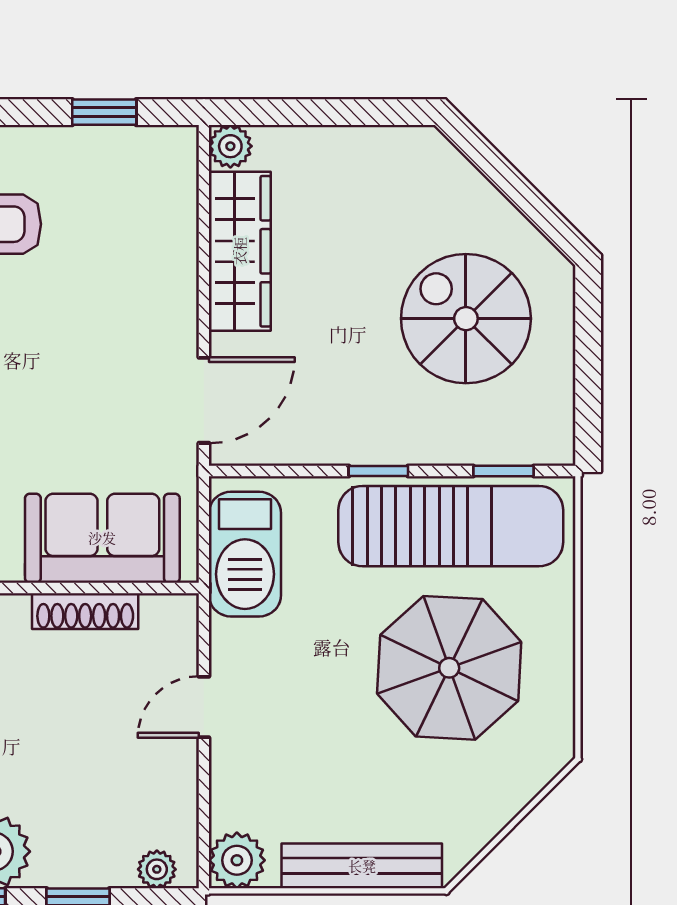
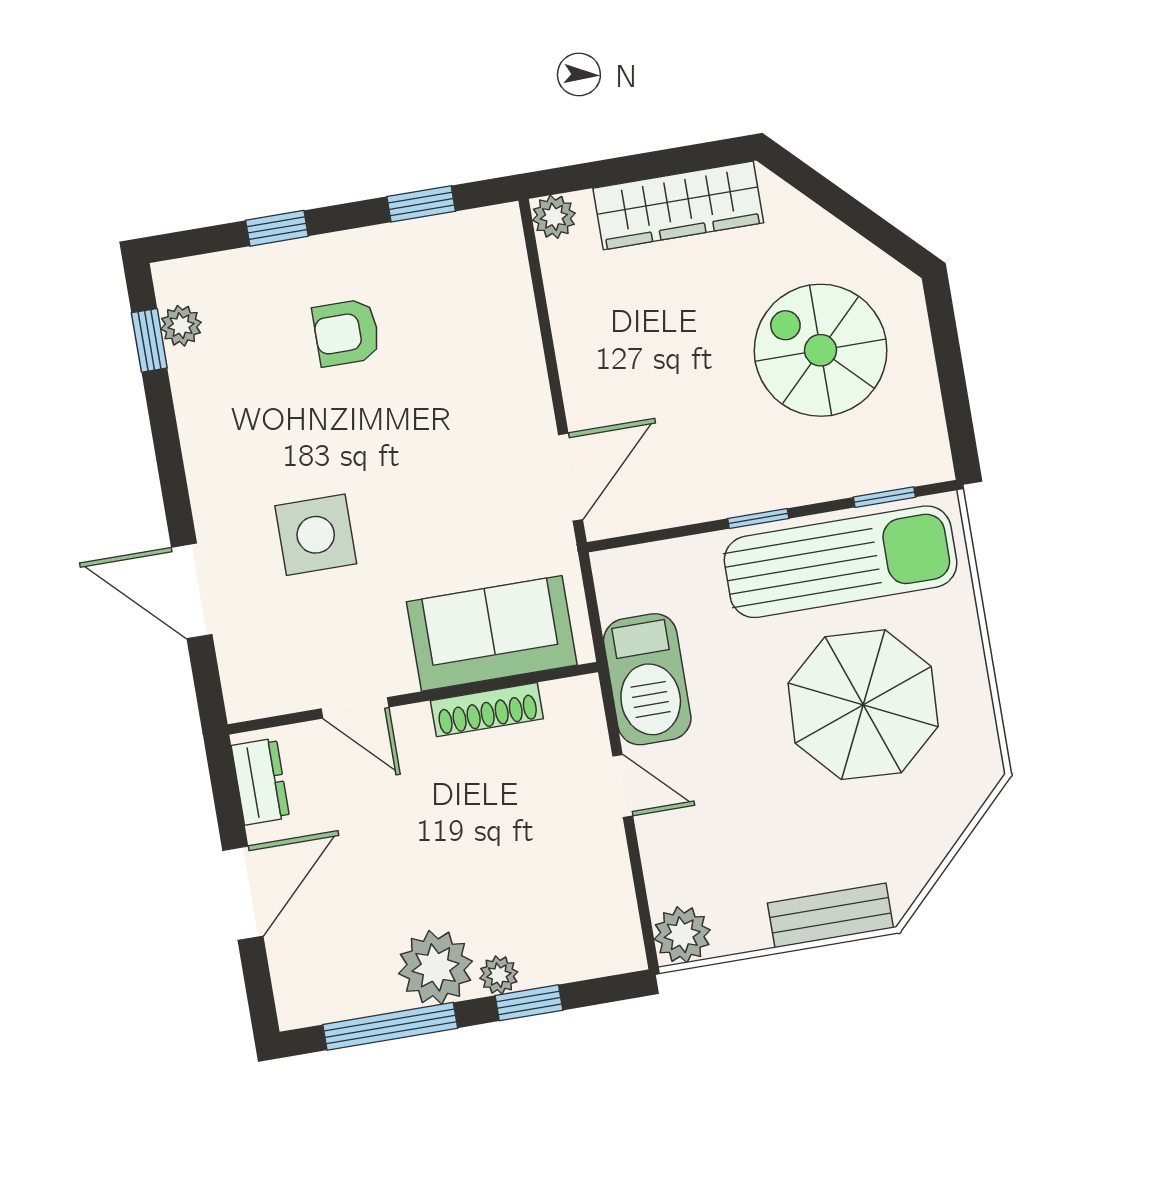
wardrobe: (240, 251) -> (678, 205), moved, turned 90
barbecue: (245, 554) -> (647, 679), moved
door: (204, 707) -> (623, 786), swing flipped
bench: (362, 866) -> (830, 915), width x0.73
plant: (157, 869) -> (499, 975), moved

